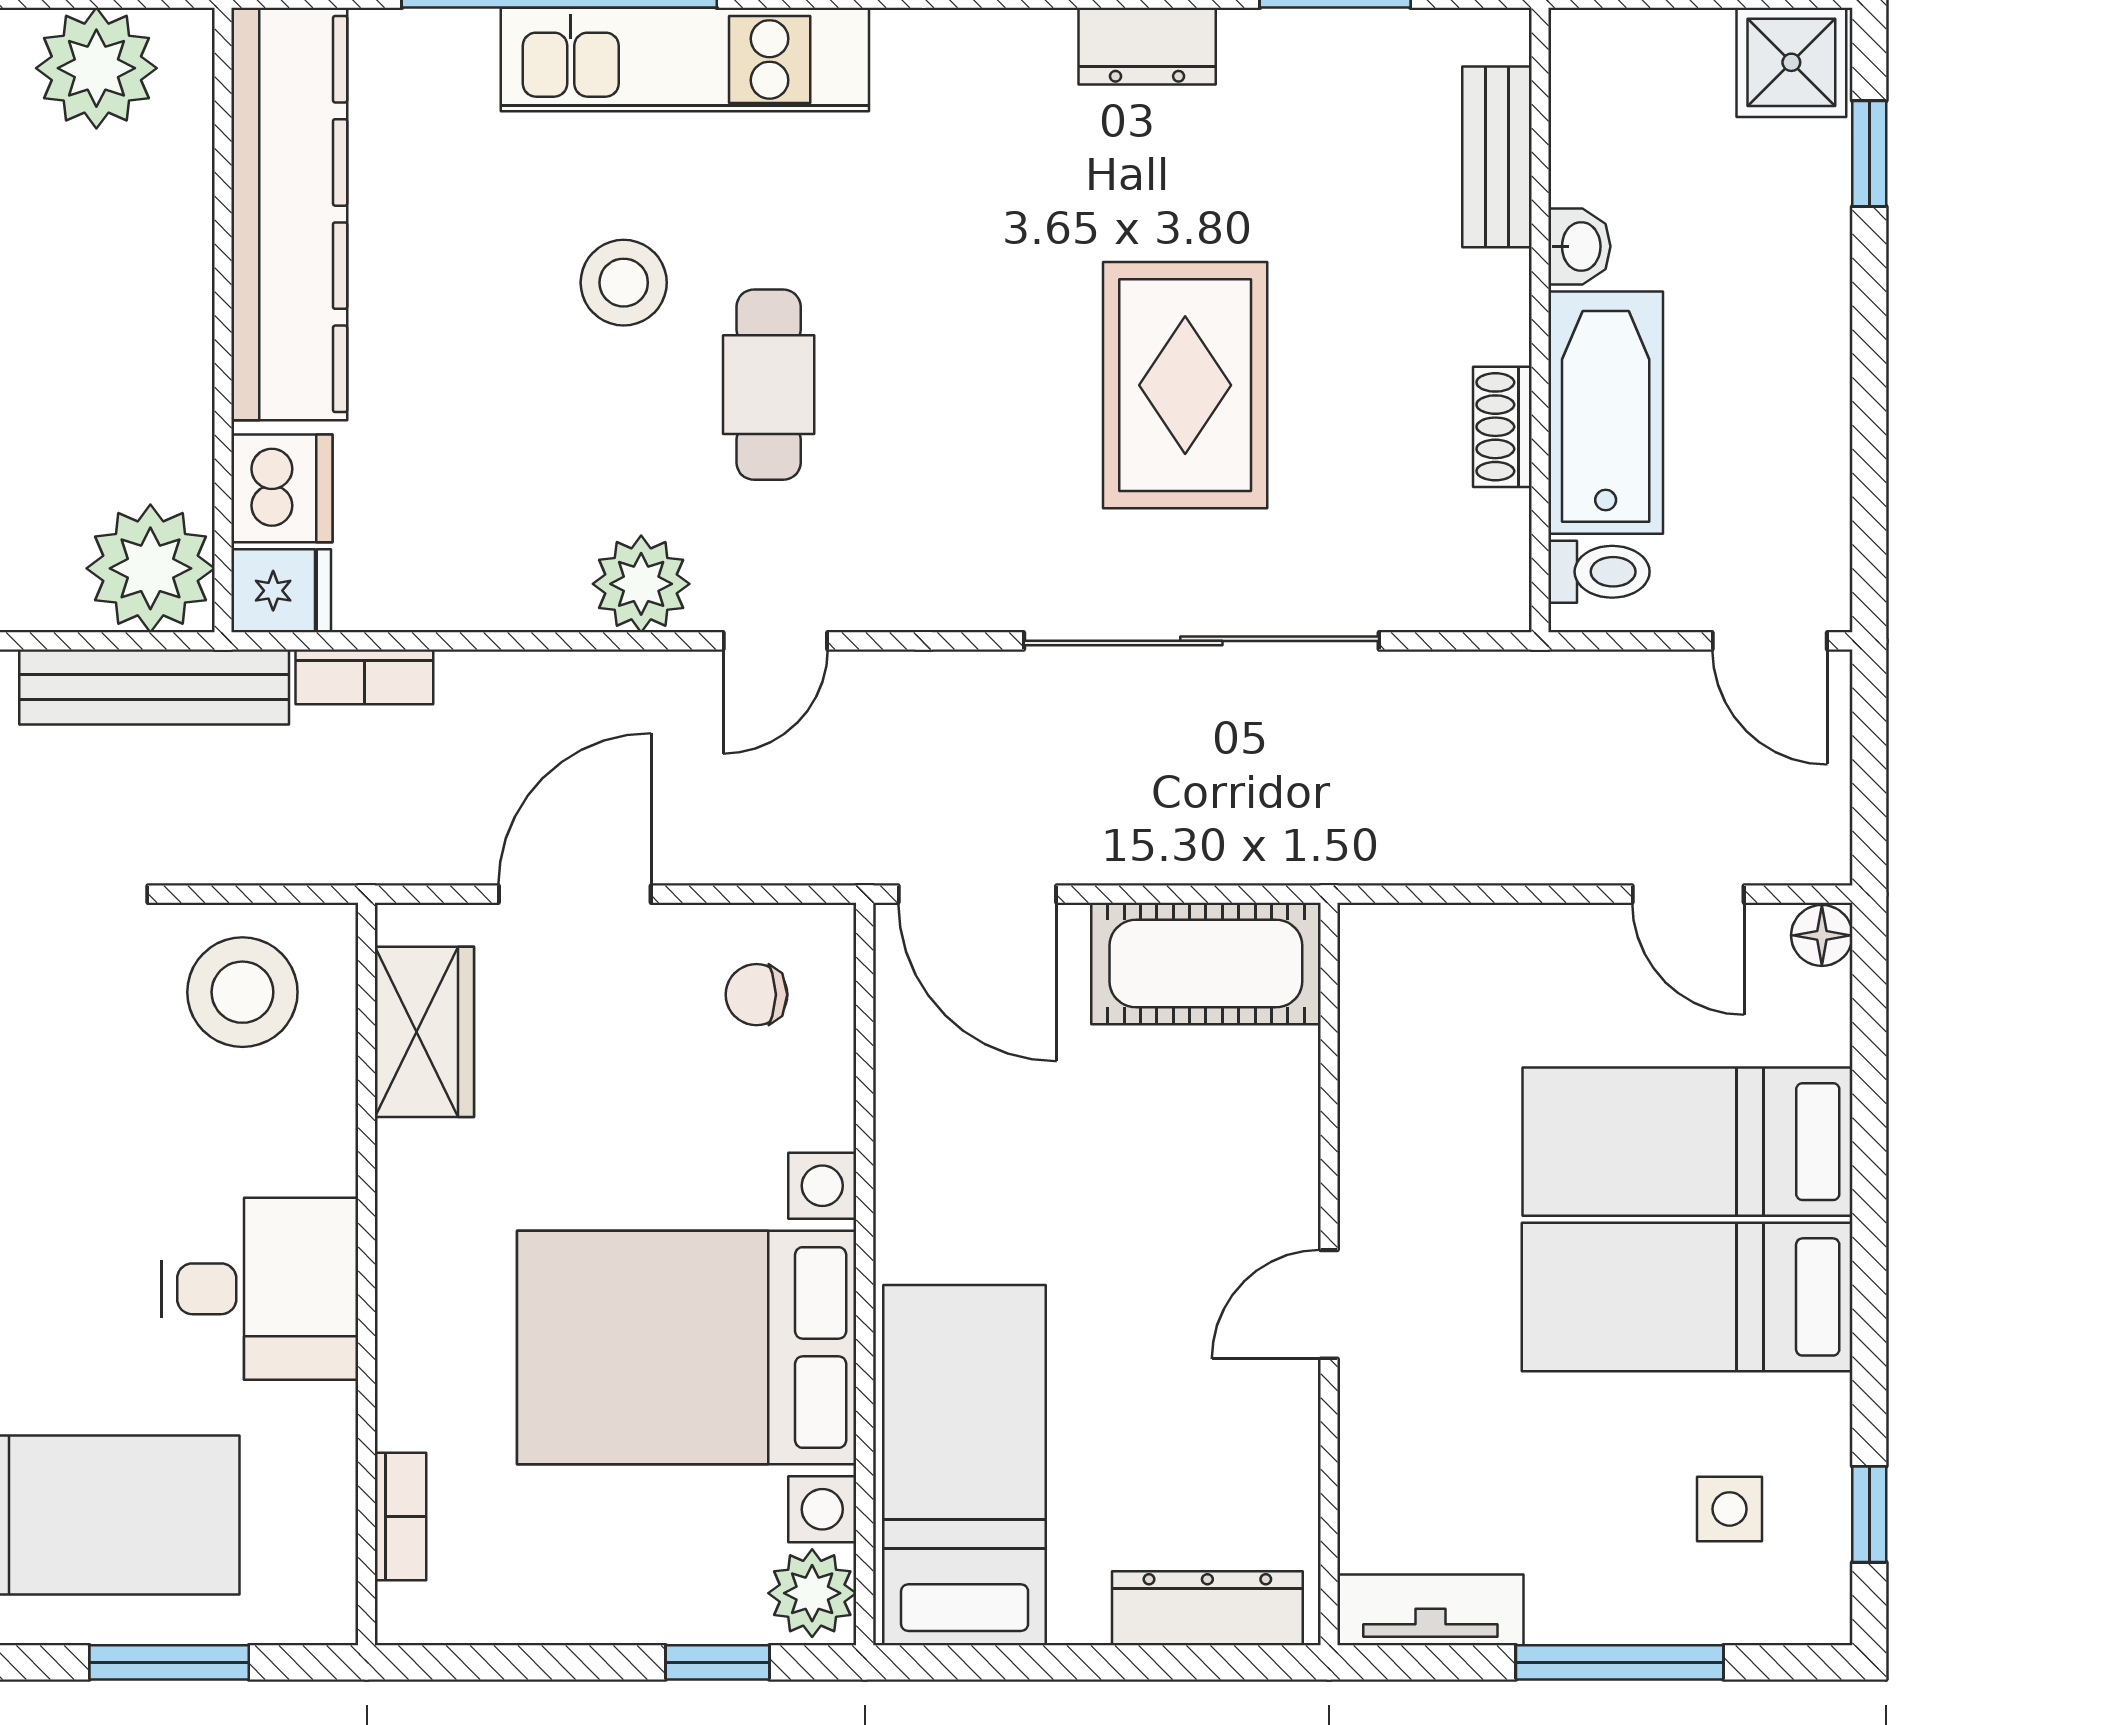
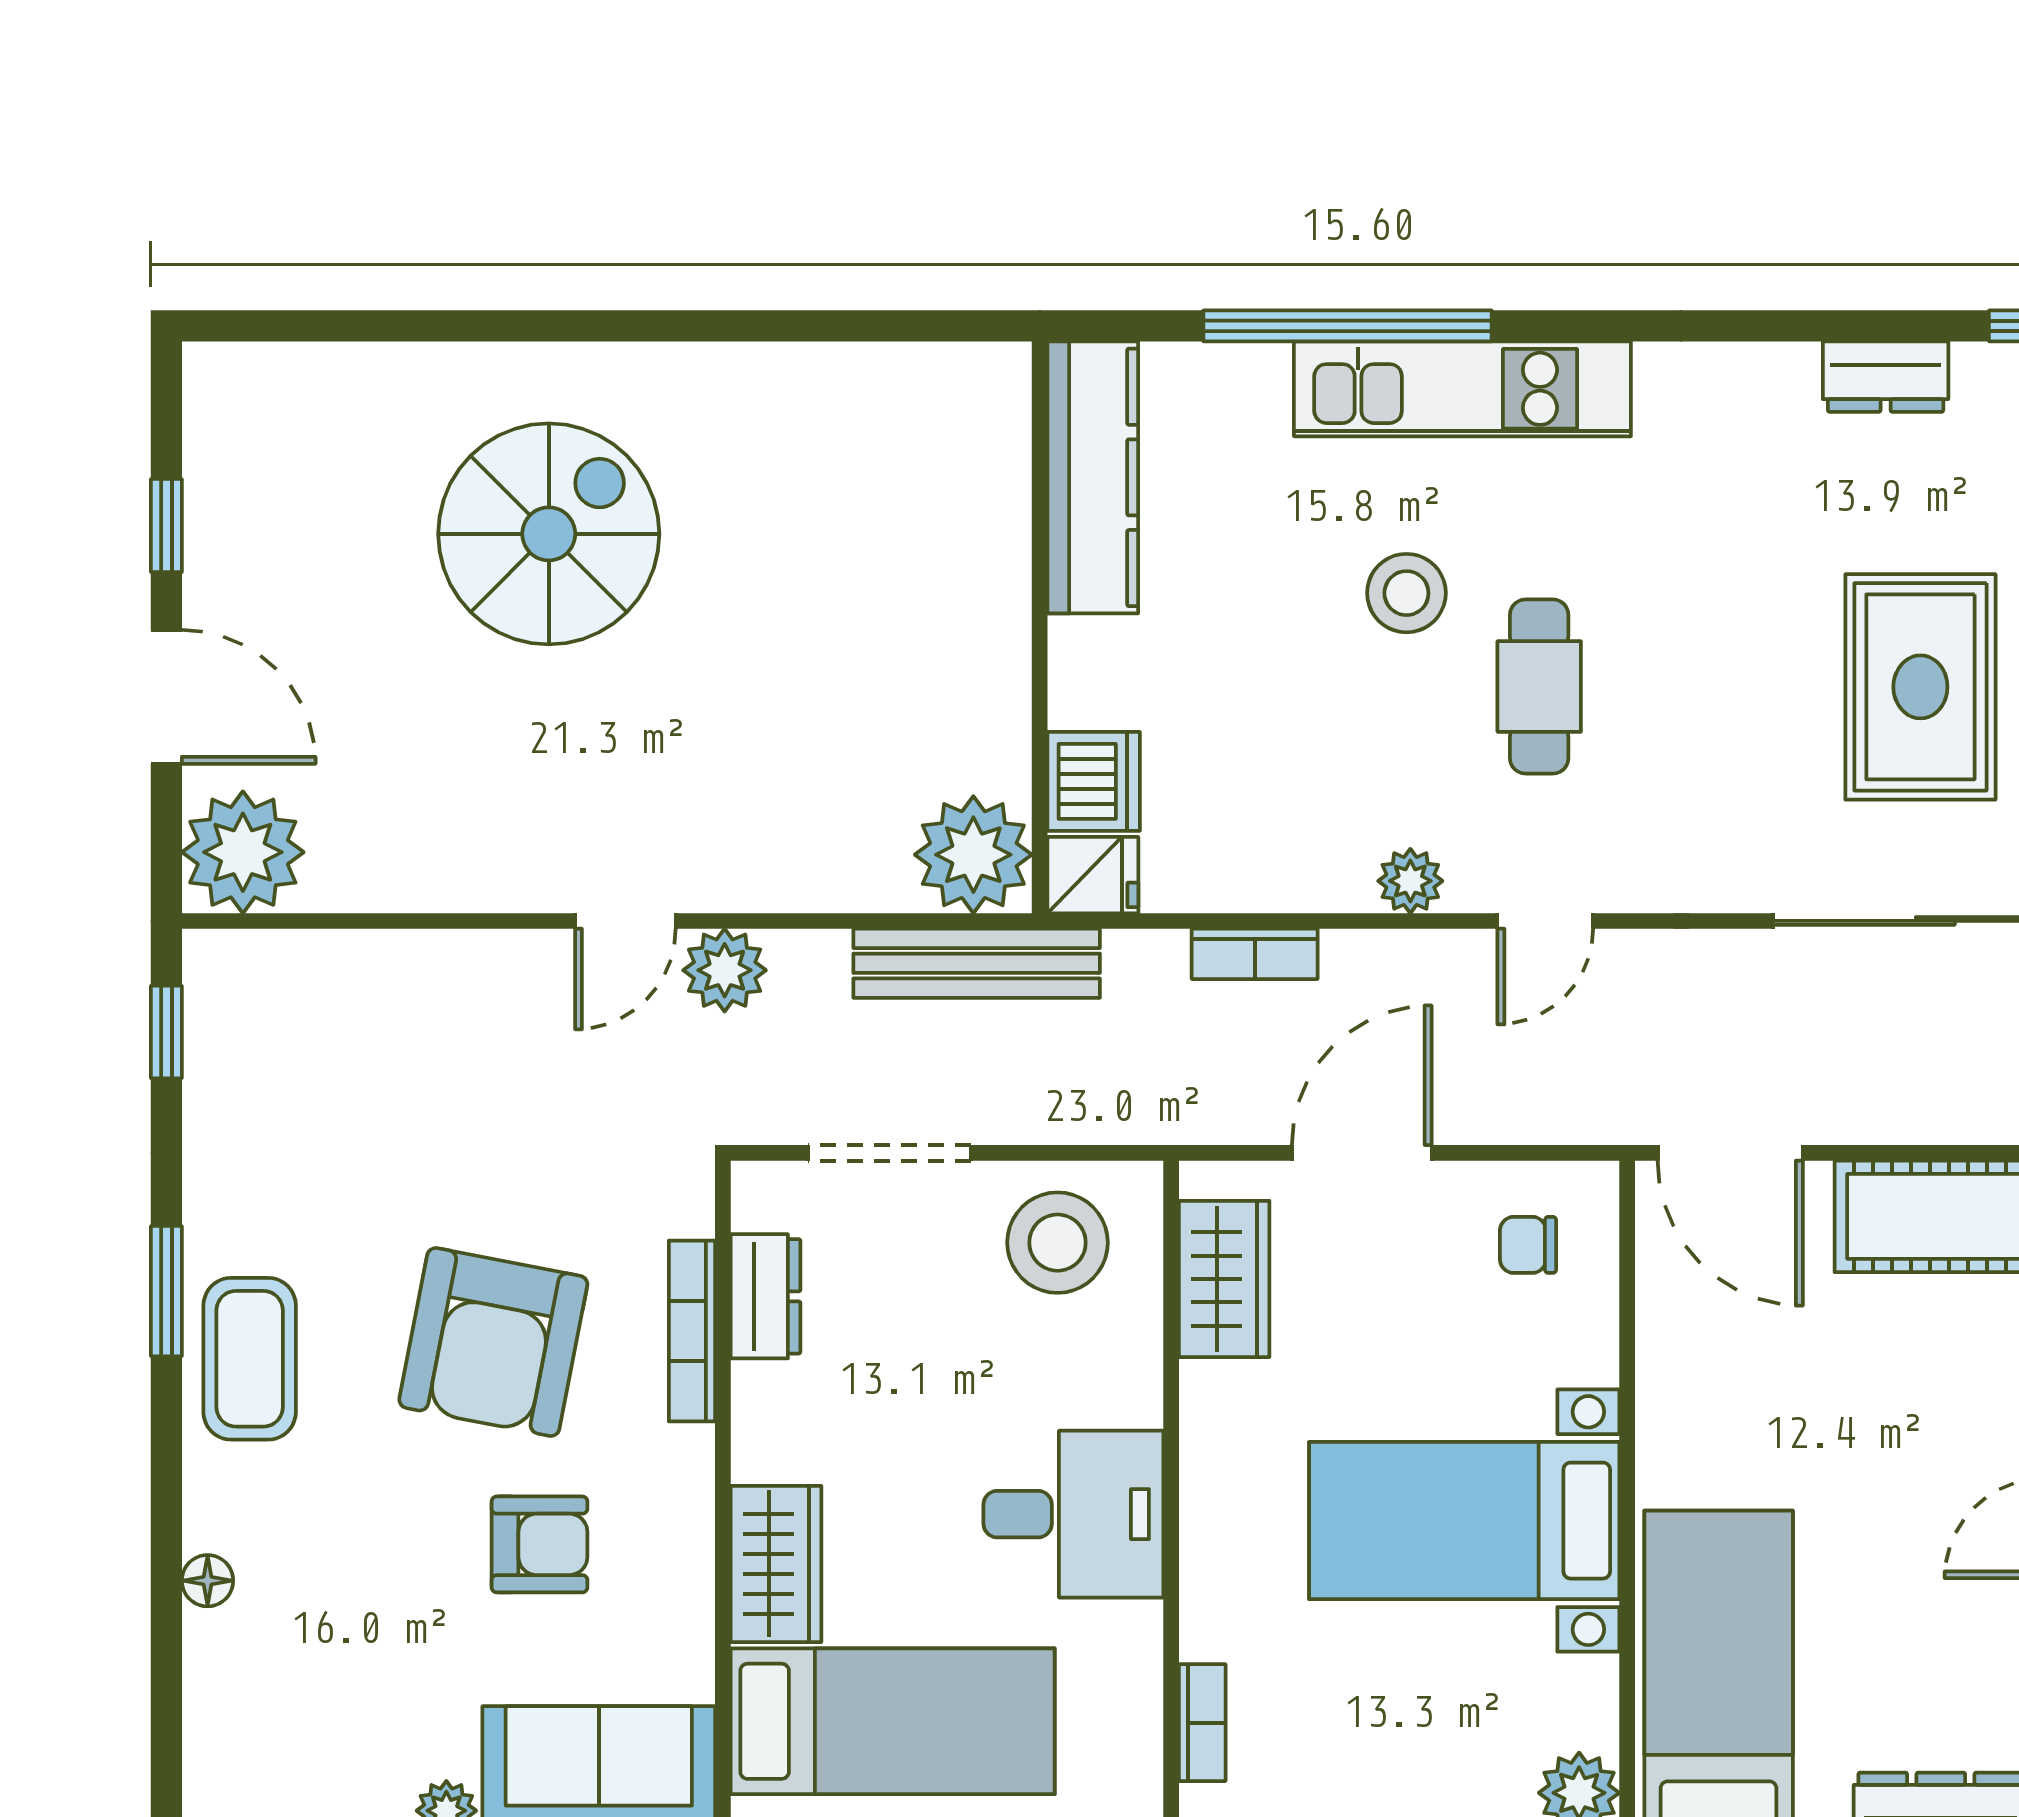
plant: (96, 68) -> (924, 397), removed
kitchen counter: (289, 214) -> (1093, 477), width x0.72, depth x0.86
plant: (641, 584) -> (1410, 881), width x0.73, depth x0.73
bookcase: (364, 677) -> (1255, 954), moved
bed with nightstands: (687, 1348) -> (1464, 1521), width x0.73

